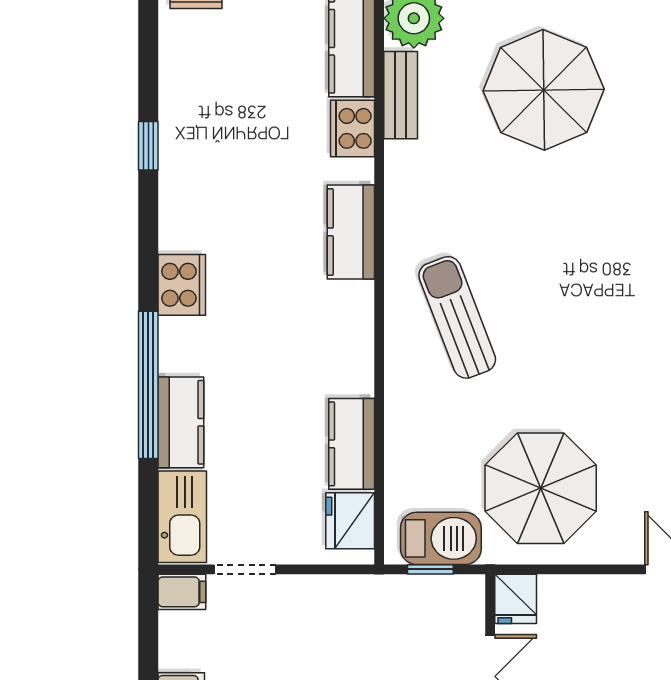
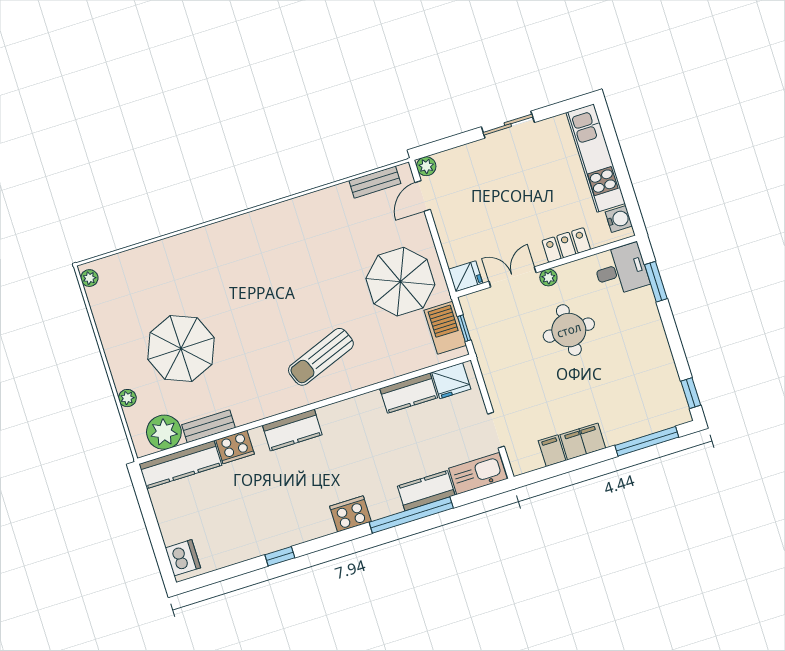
filing cabinet: (182, 592) -> (552, 451), moved

